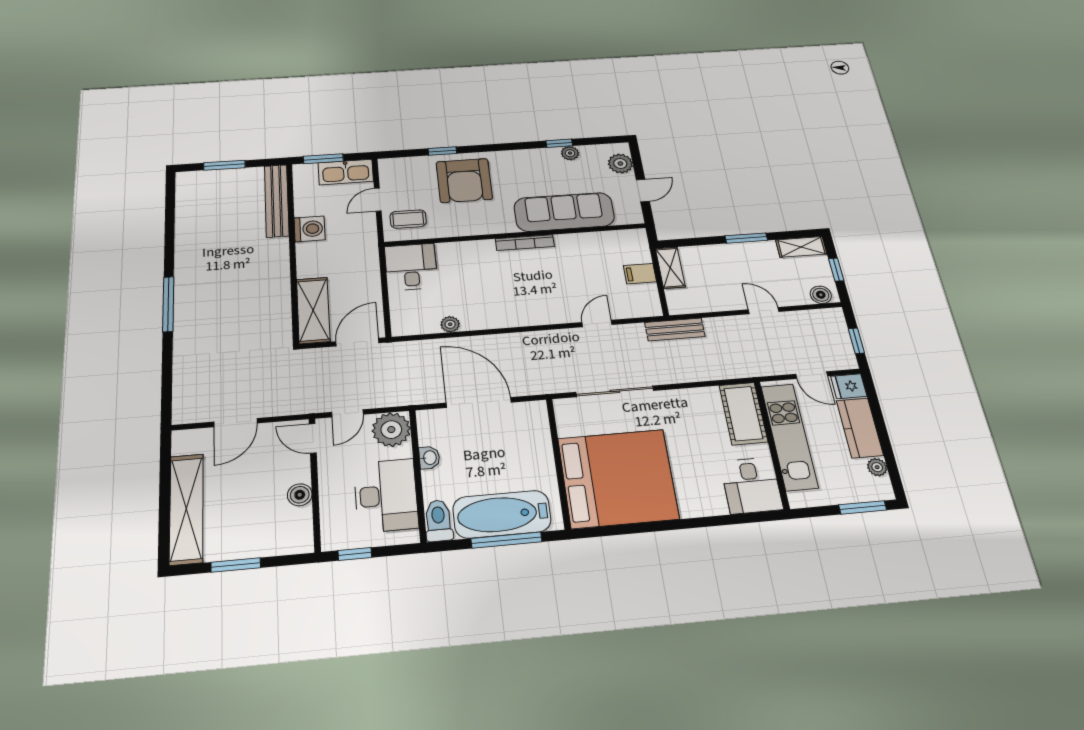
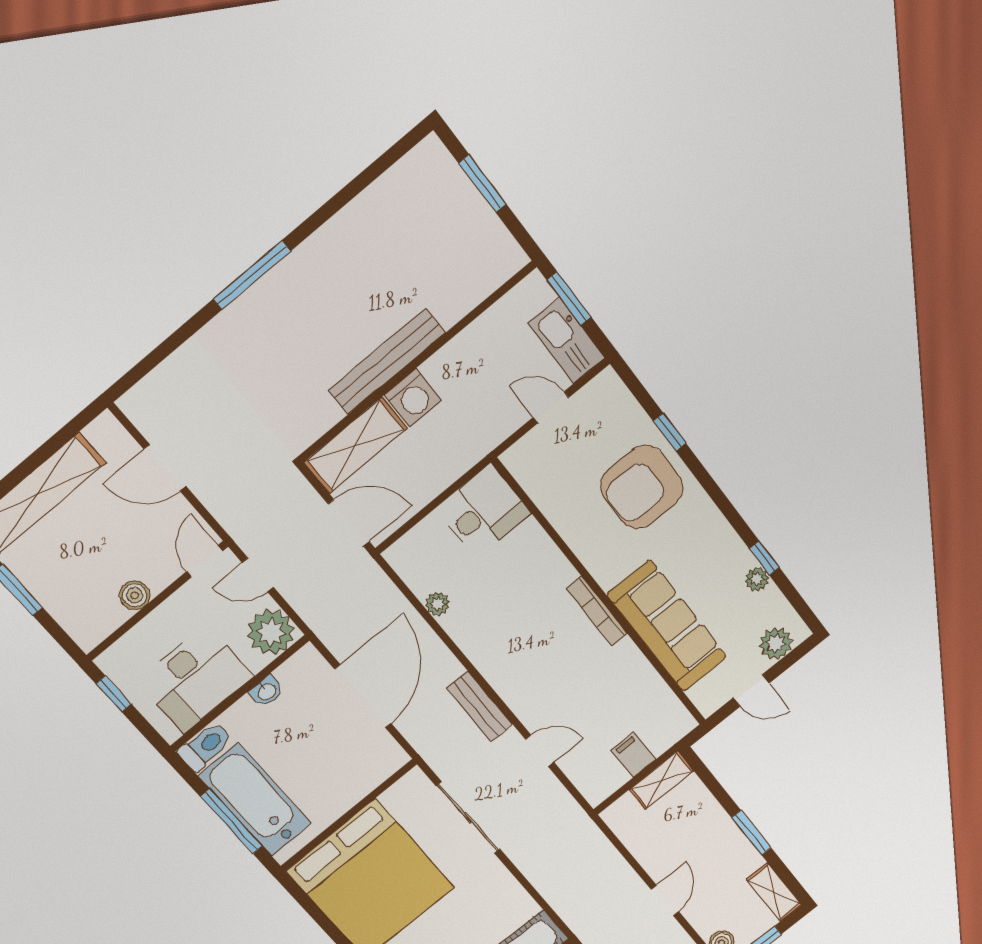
bench: (277, 201) -> (387, 362), moved
coffee table: (408, 219) -> (546, 462), removed
washing machine: (310, 229) -> (413, 398), moved
bench: (675, 329) -> (479, 706), moved

